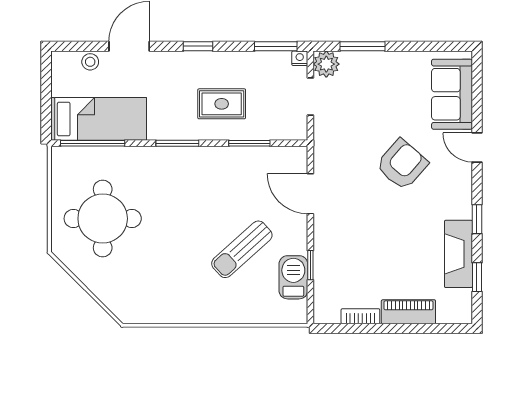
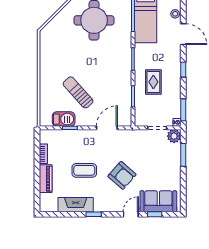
coffee table: (392, 237) -> (84, 170), added
window: (477, 277) -> (155, 214), moved

